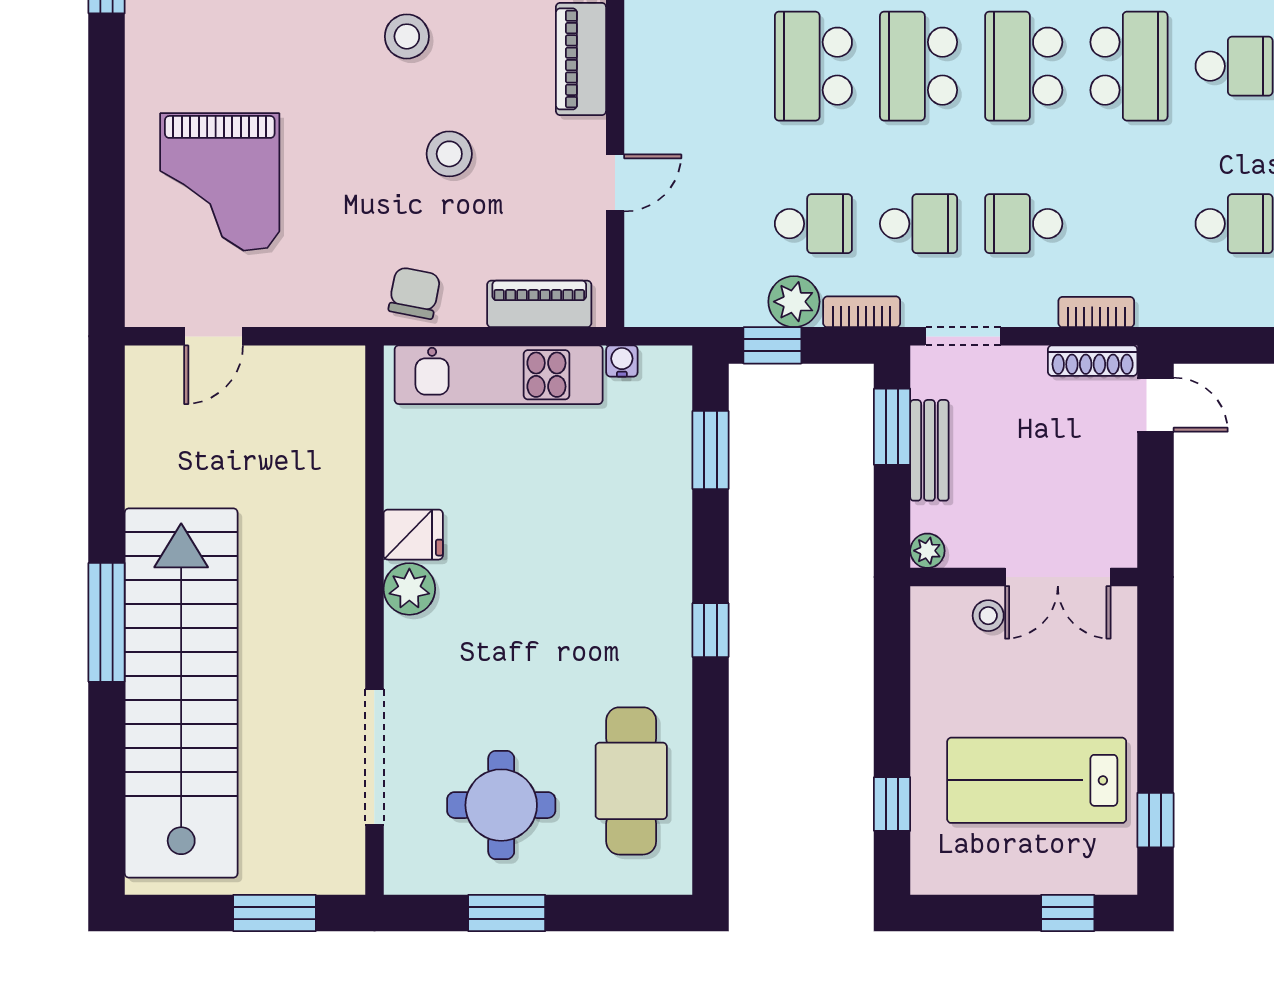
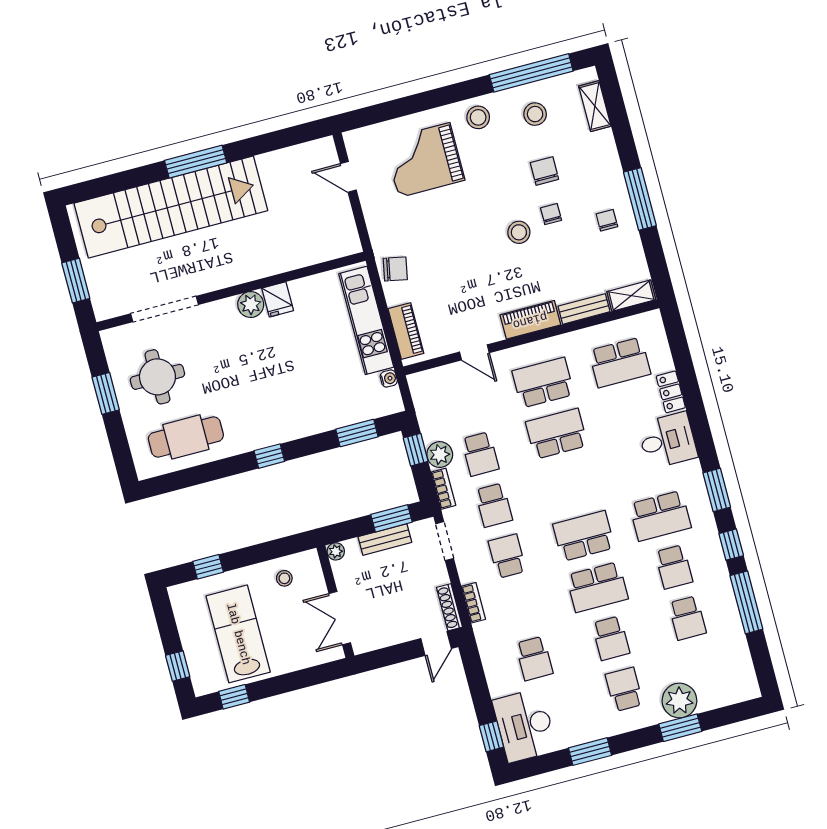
school desk: (919, 66) -> (543, 383), moved
stool: (449, 154) -> (478, 117), moved
stool: (988, 616) -> (284, 578), moved

